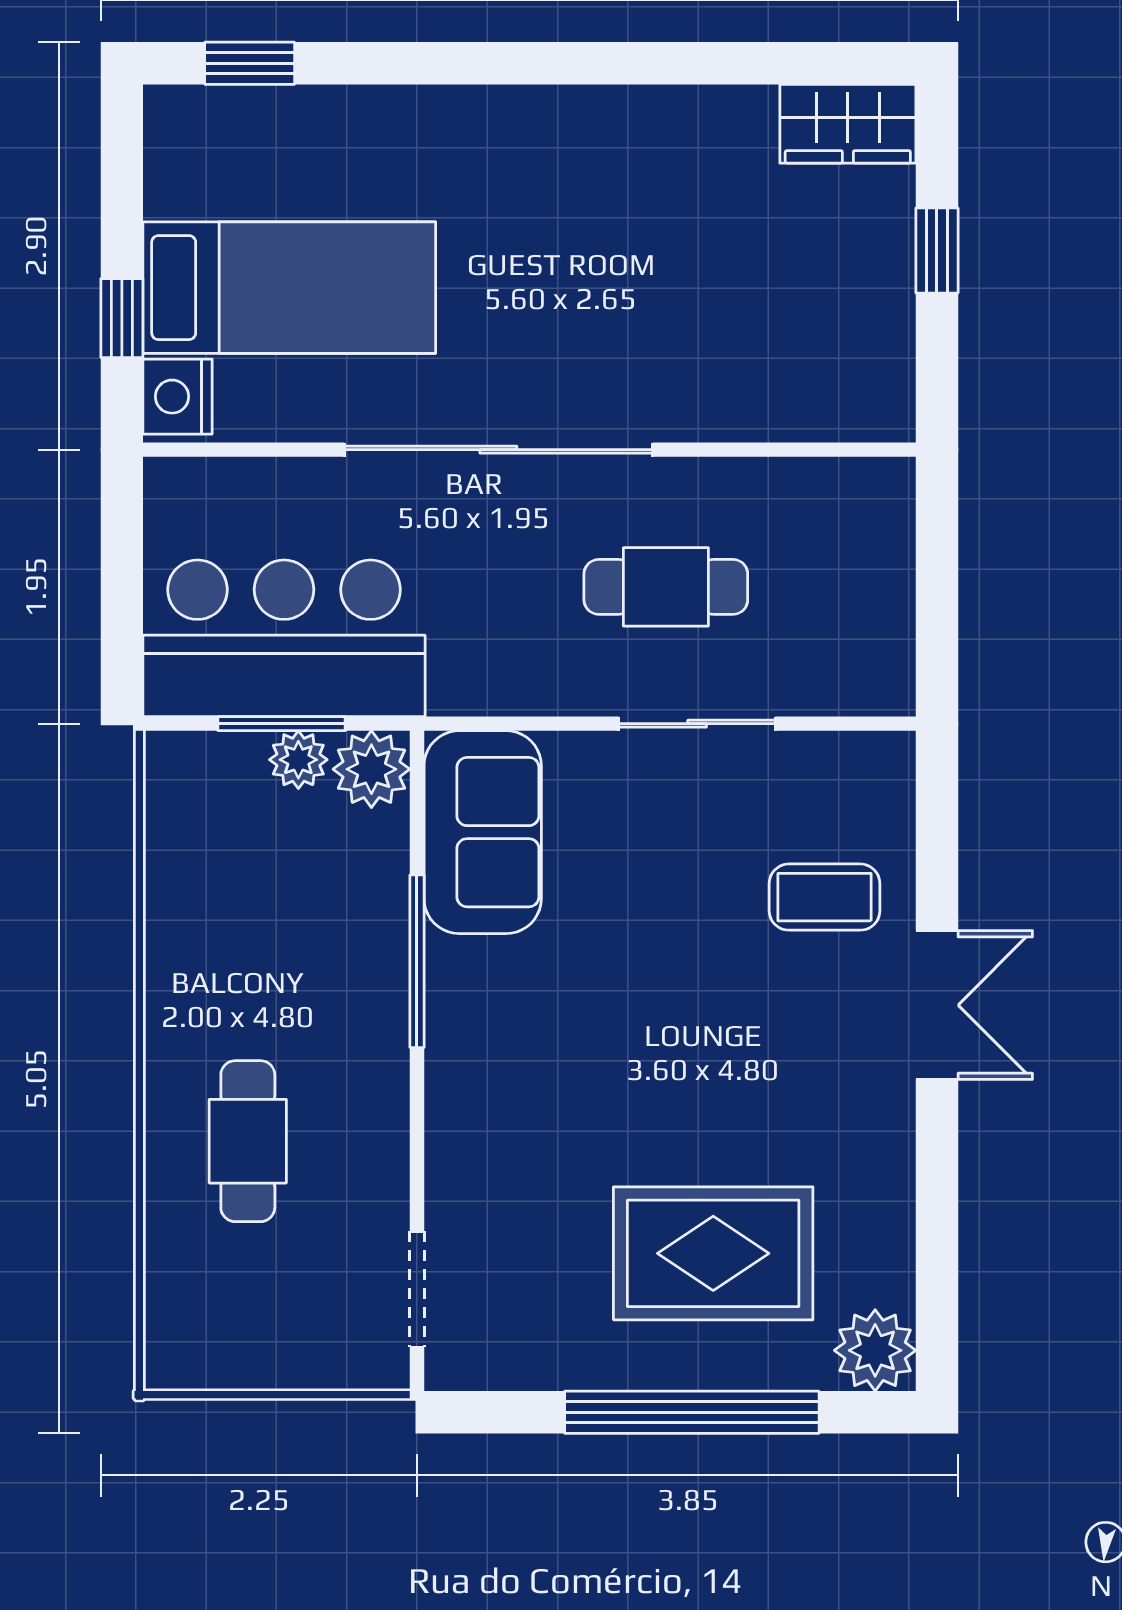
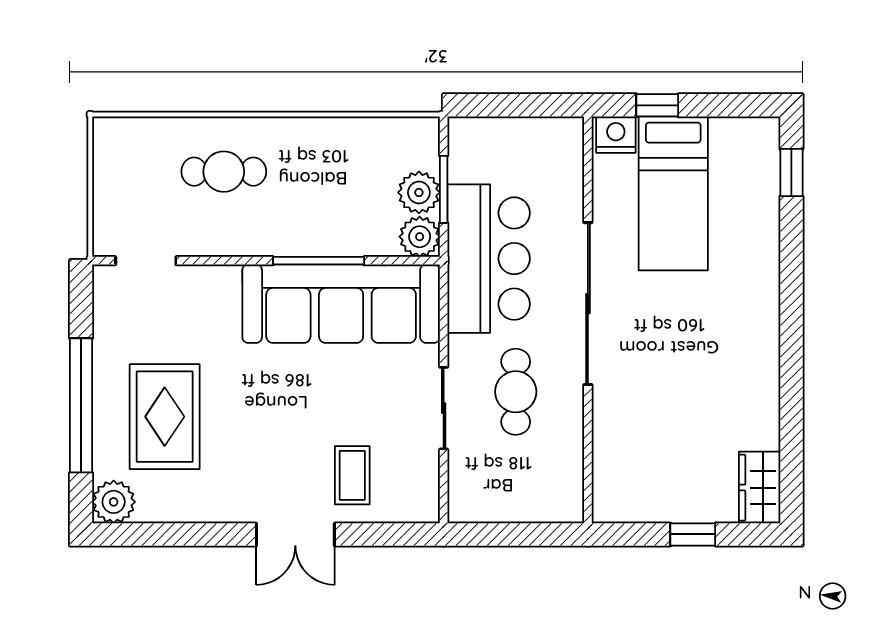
bar counter: (284, 638) -> (489, 259), moved
plant: (298, 760) -> (419, 192), width x1.38, depth x1.38
sofa: (483, 832) -> (341, 304), width x1.85, depth x1.27

